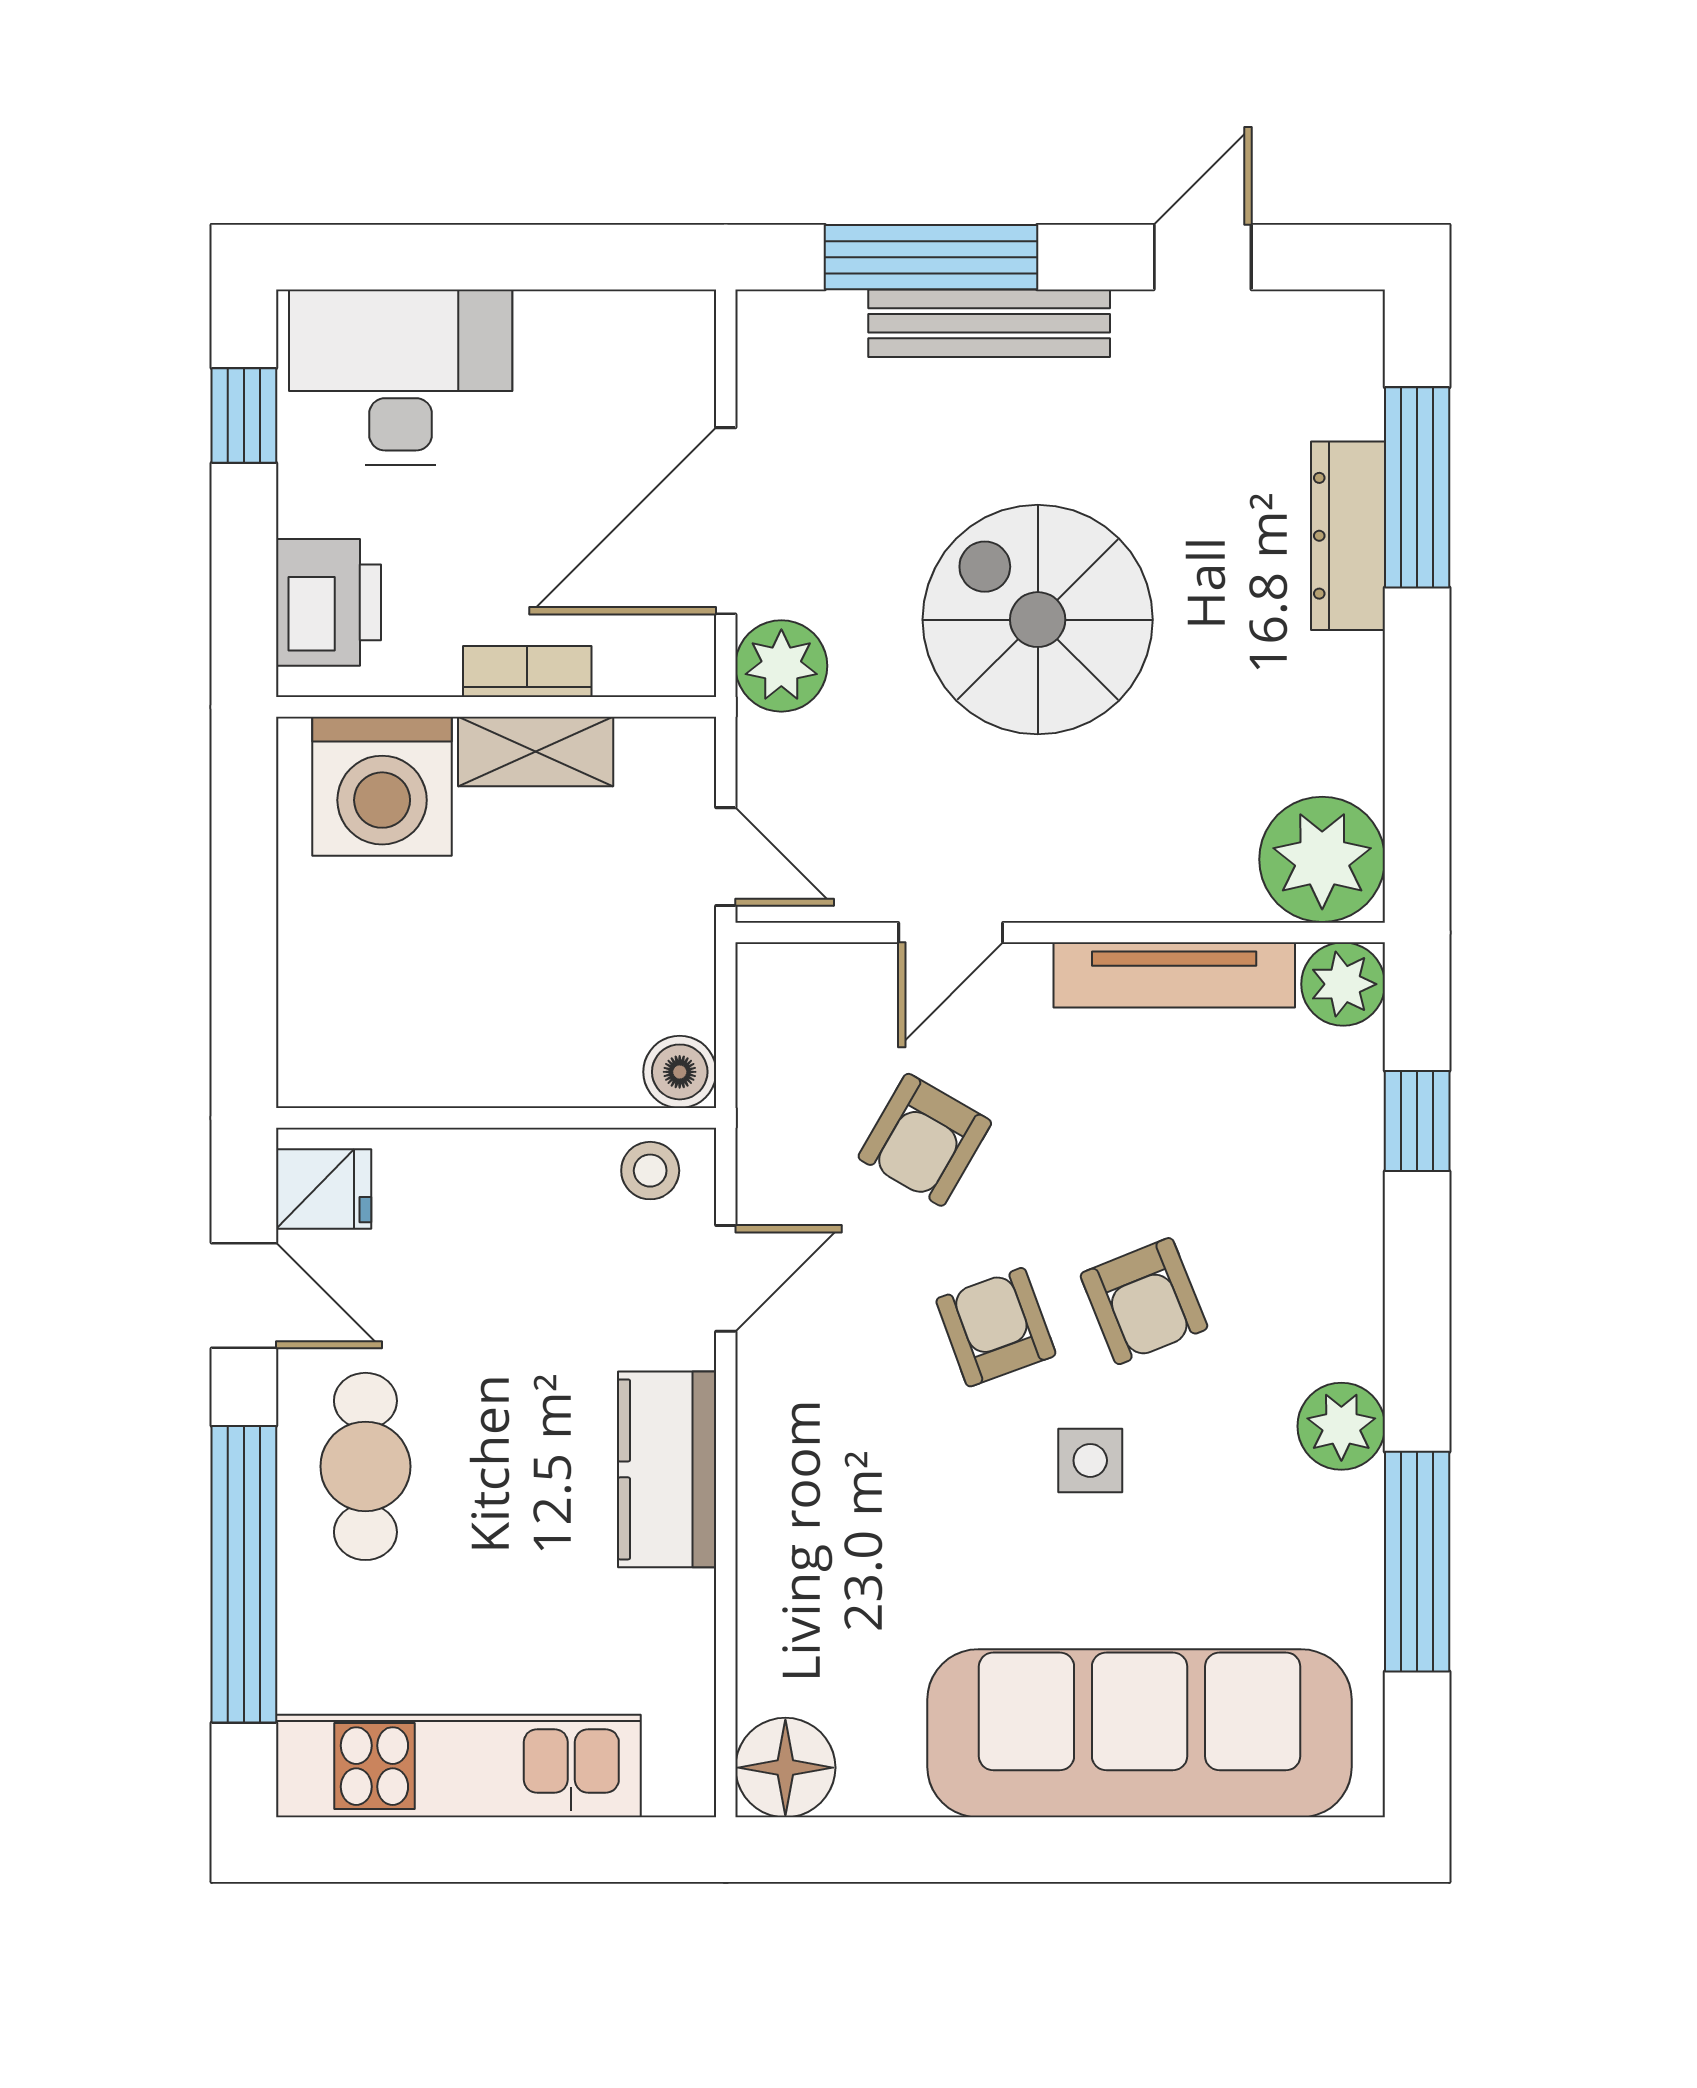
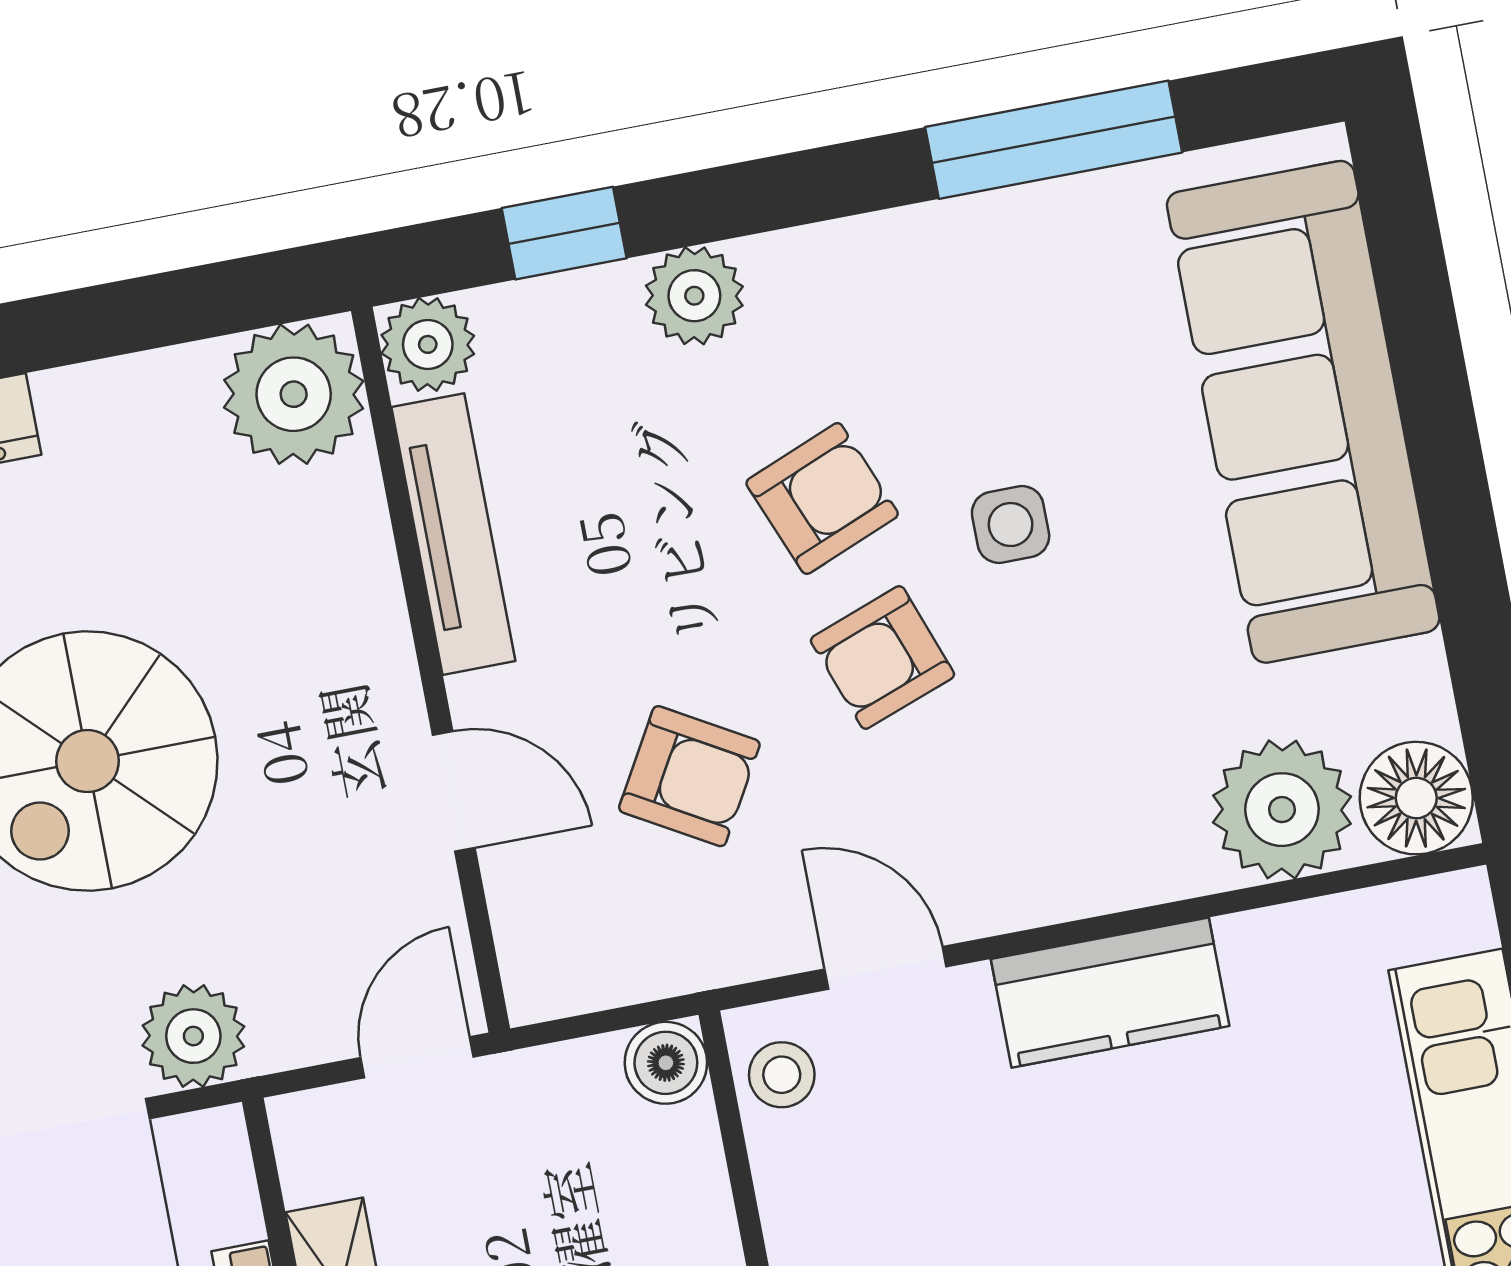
plant: (1341, 1426) -> (694, 296), moved
plant: (798, 1649) -> (1282, 810), added

